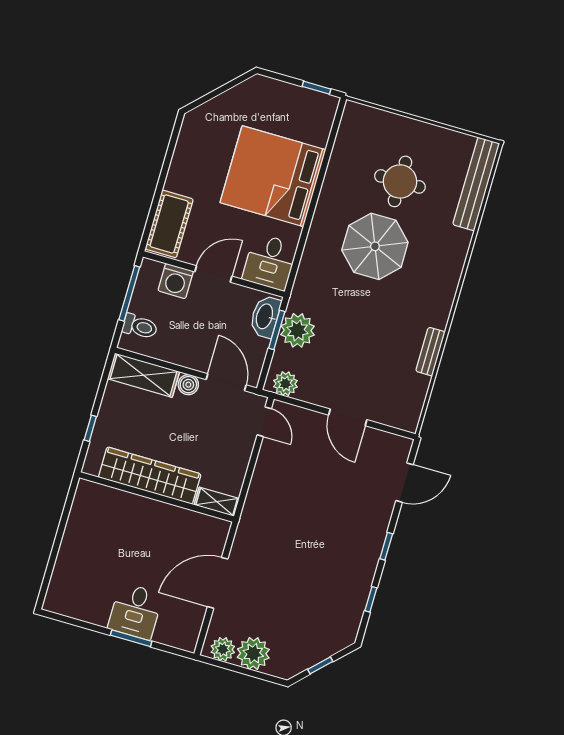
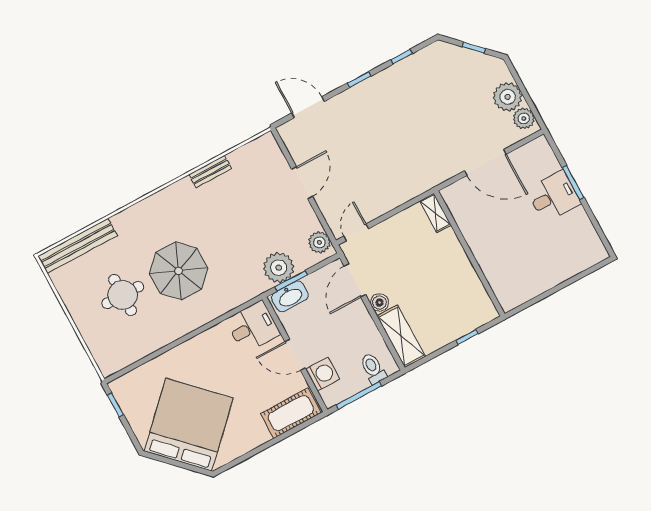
bed: (273, 176) -> (189, 425), moved, turned -135
wardrobe: (150, 476) -> (460, 271), removed

